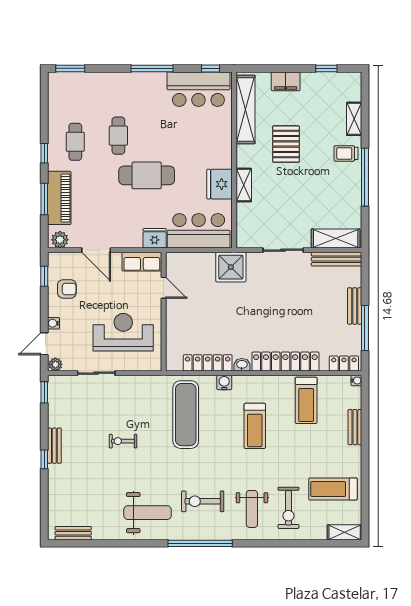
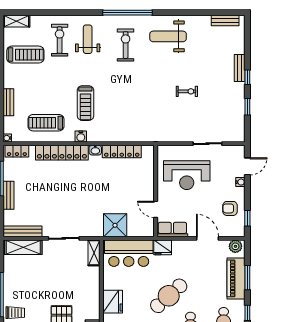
cafe table: (147, 175) -> (169, 296), turned -42
fridge: (220, 184) -> (113, 302), moved
shelving: (244, 185) -> (94, 253), moved
shower: (231, 267) -> (115, 225), moved
plant: (55, 364) -> (239, 150), removed
water cooler: (224, 382) -> (81, 136), moved
window: (44, 392) -> (247, 107), moved
treadmill: (306, 400) -> (46, 123), turned -90
exercise mat: (186, 415) -> (139, 112), removed
treadmill: (255, 426) -> (85, 103), turned 180
bench: (54, 446) -> (240, 68), moved
exercise bike: (203, 501) -> (126, 45), turned -90

